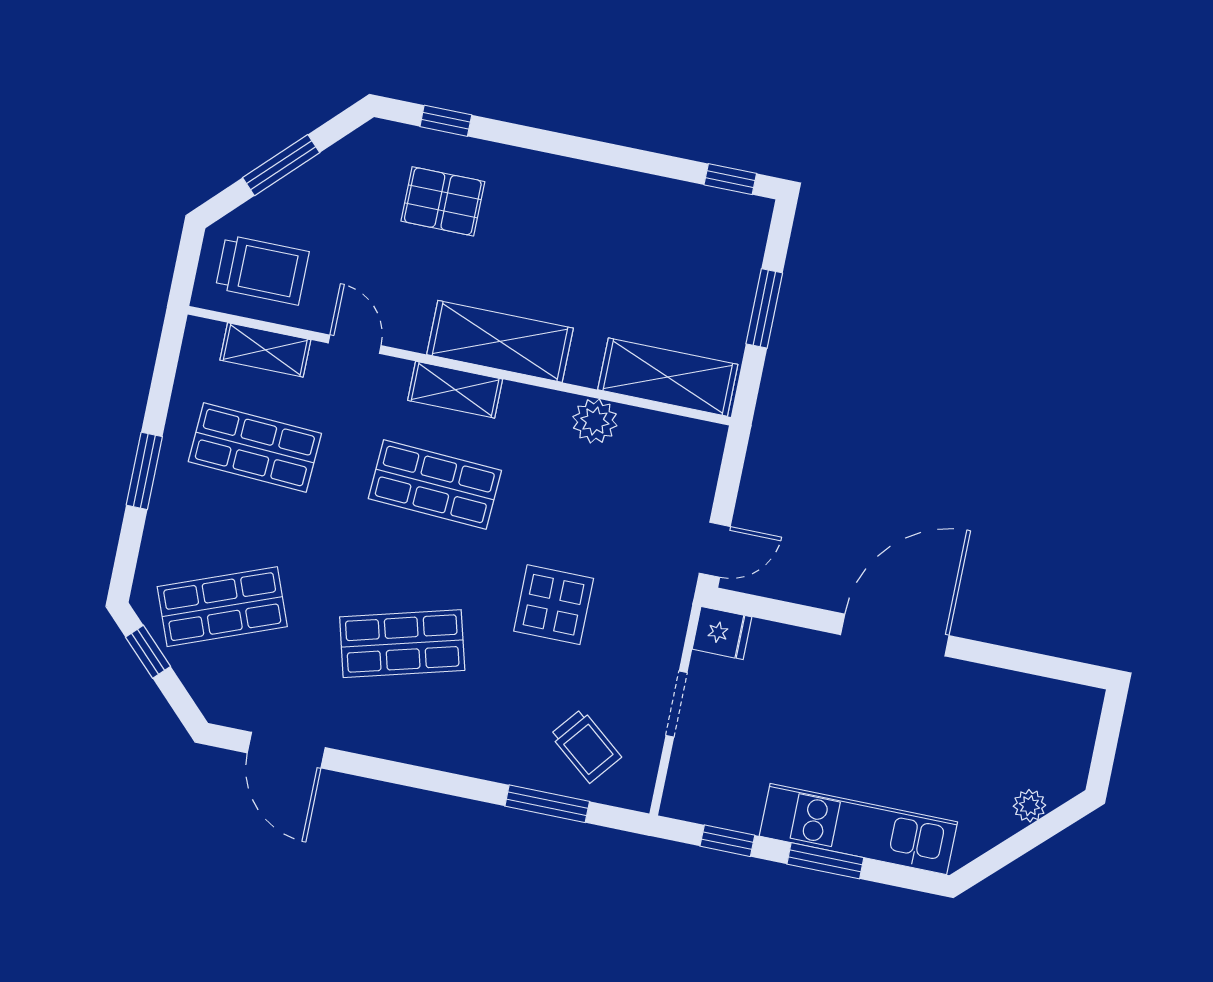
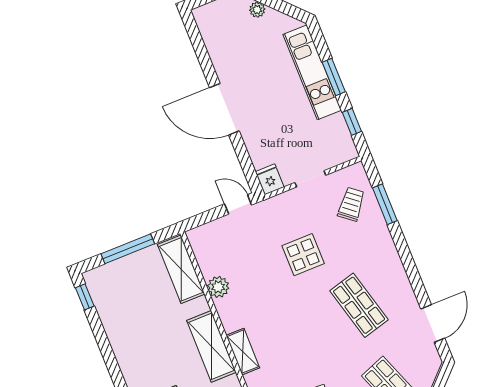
window: (764, 308) -> (128, 249), width x1.44
shop shelf: (435, 484) -> (286, 334), removed

